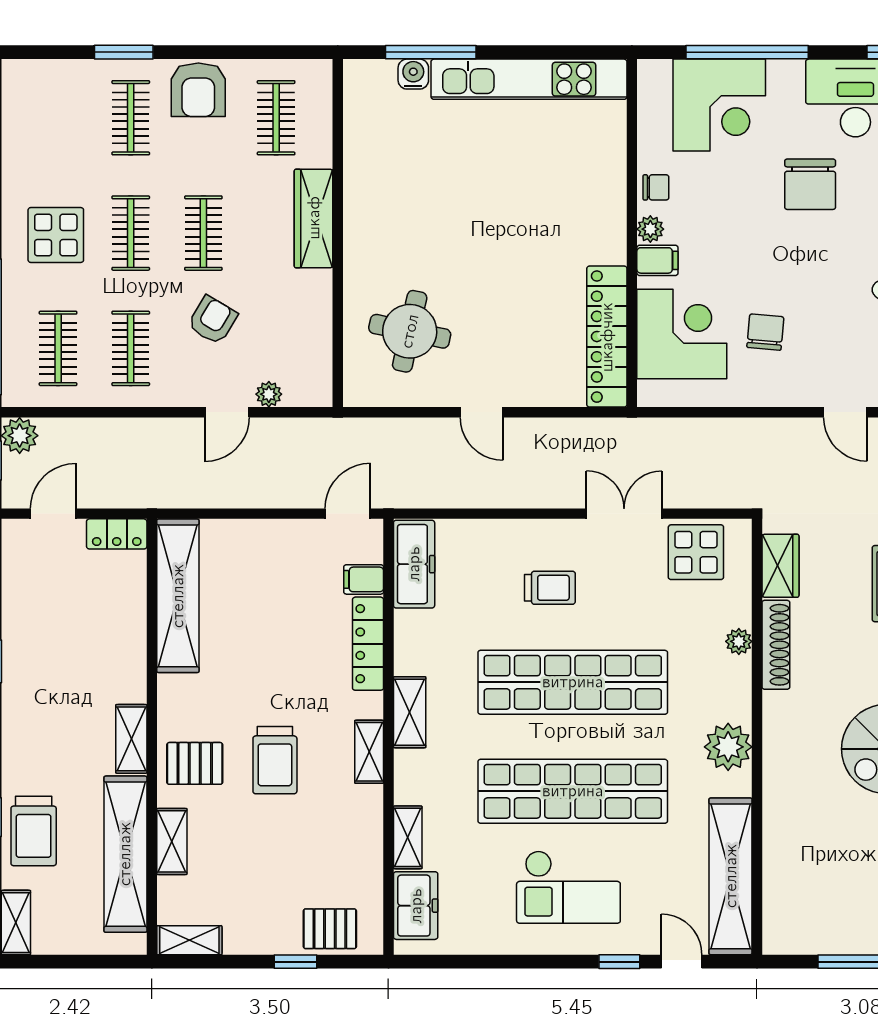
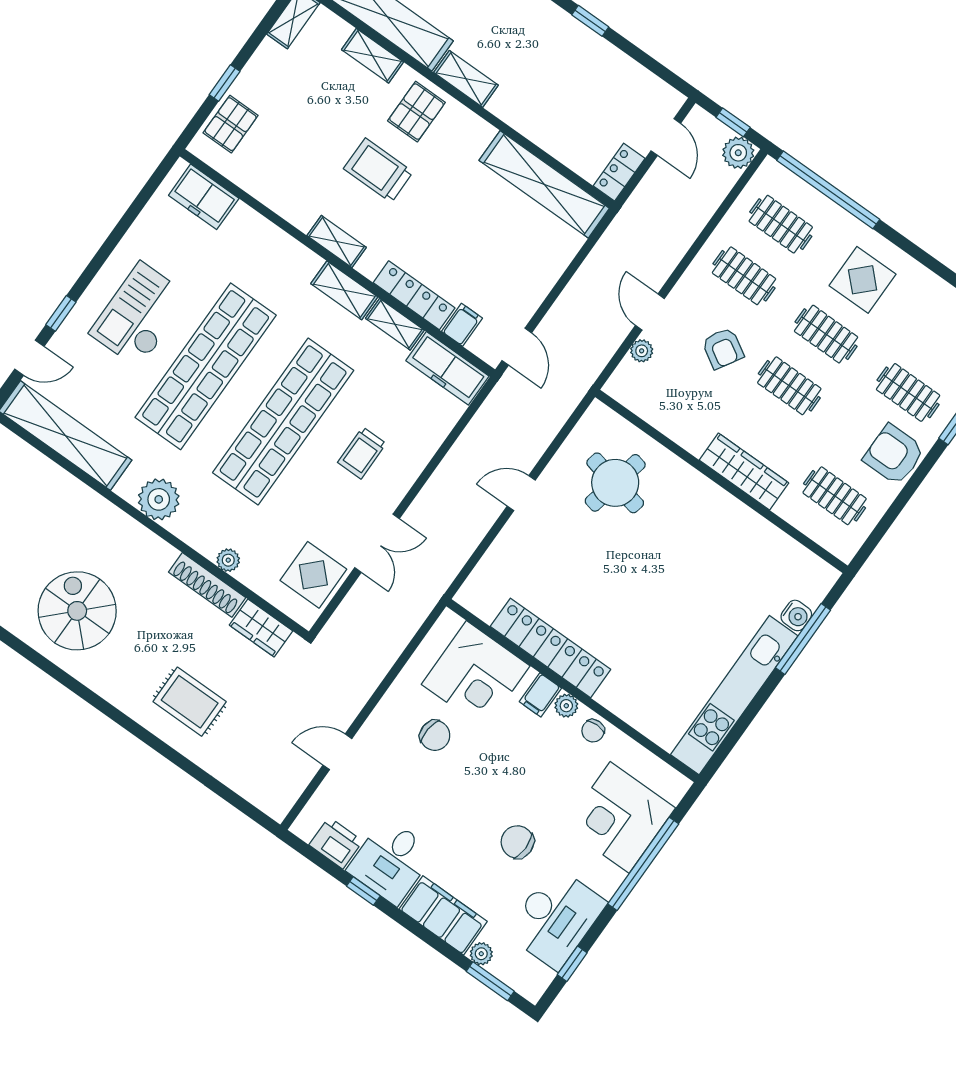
chair: (810, 184) -> (517, 842), width x0.73, depth x0.73
locker: (607, 337) -> (550, 648), moved
shelving: (408, 837) -> (395, 324), moved

